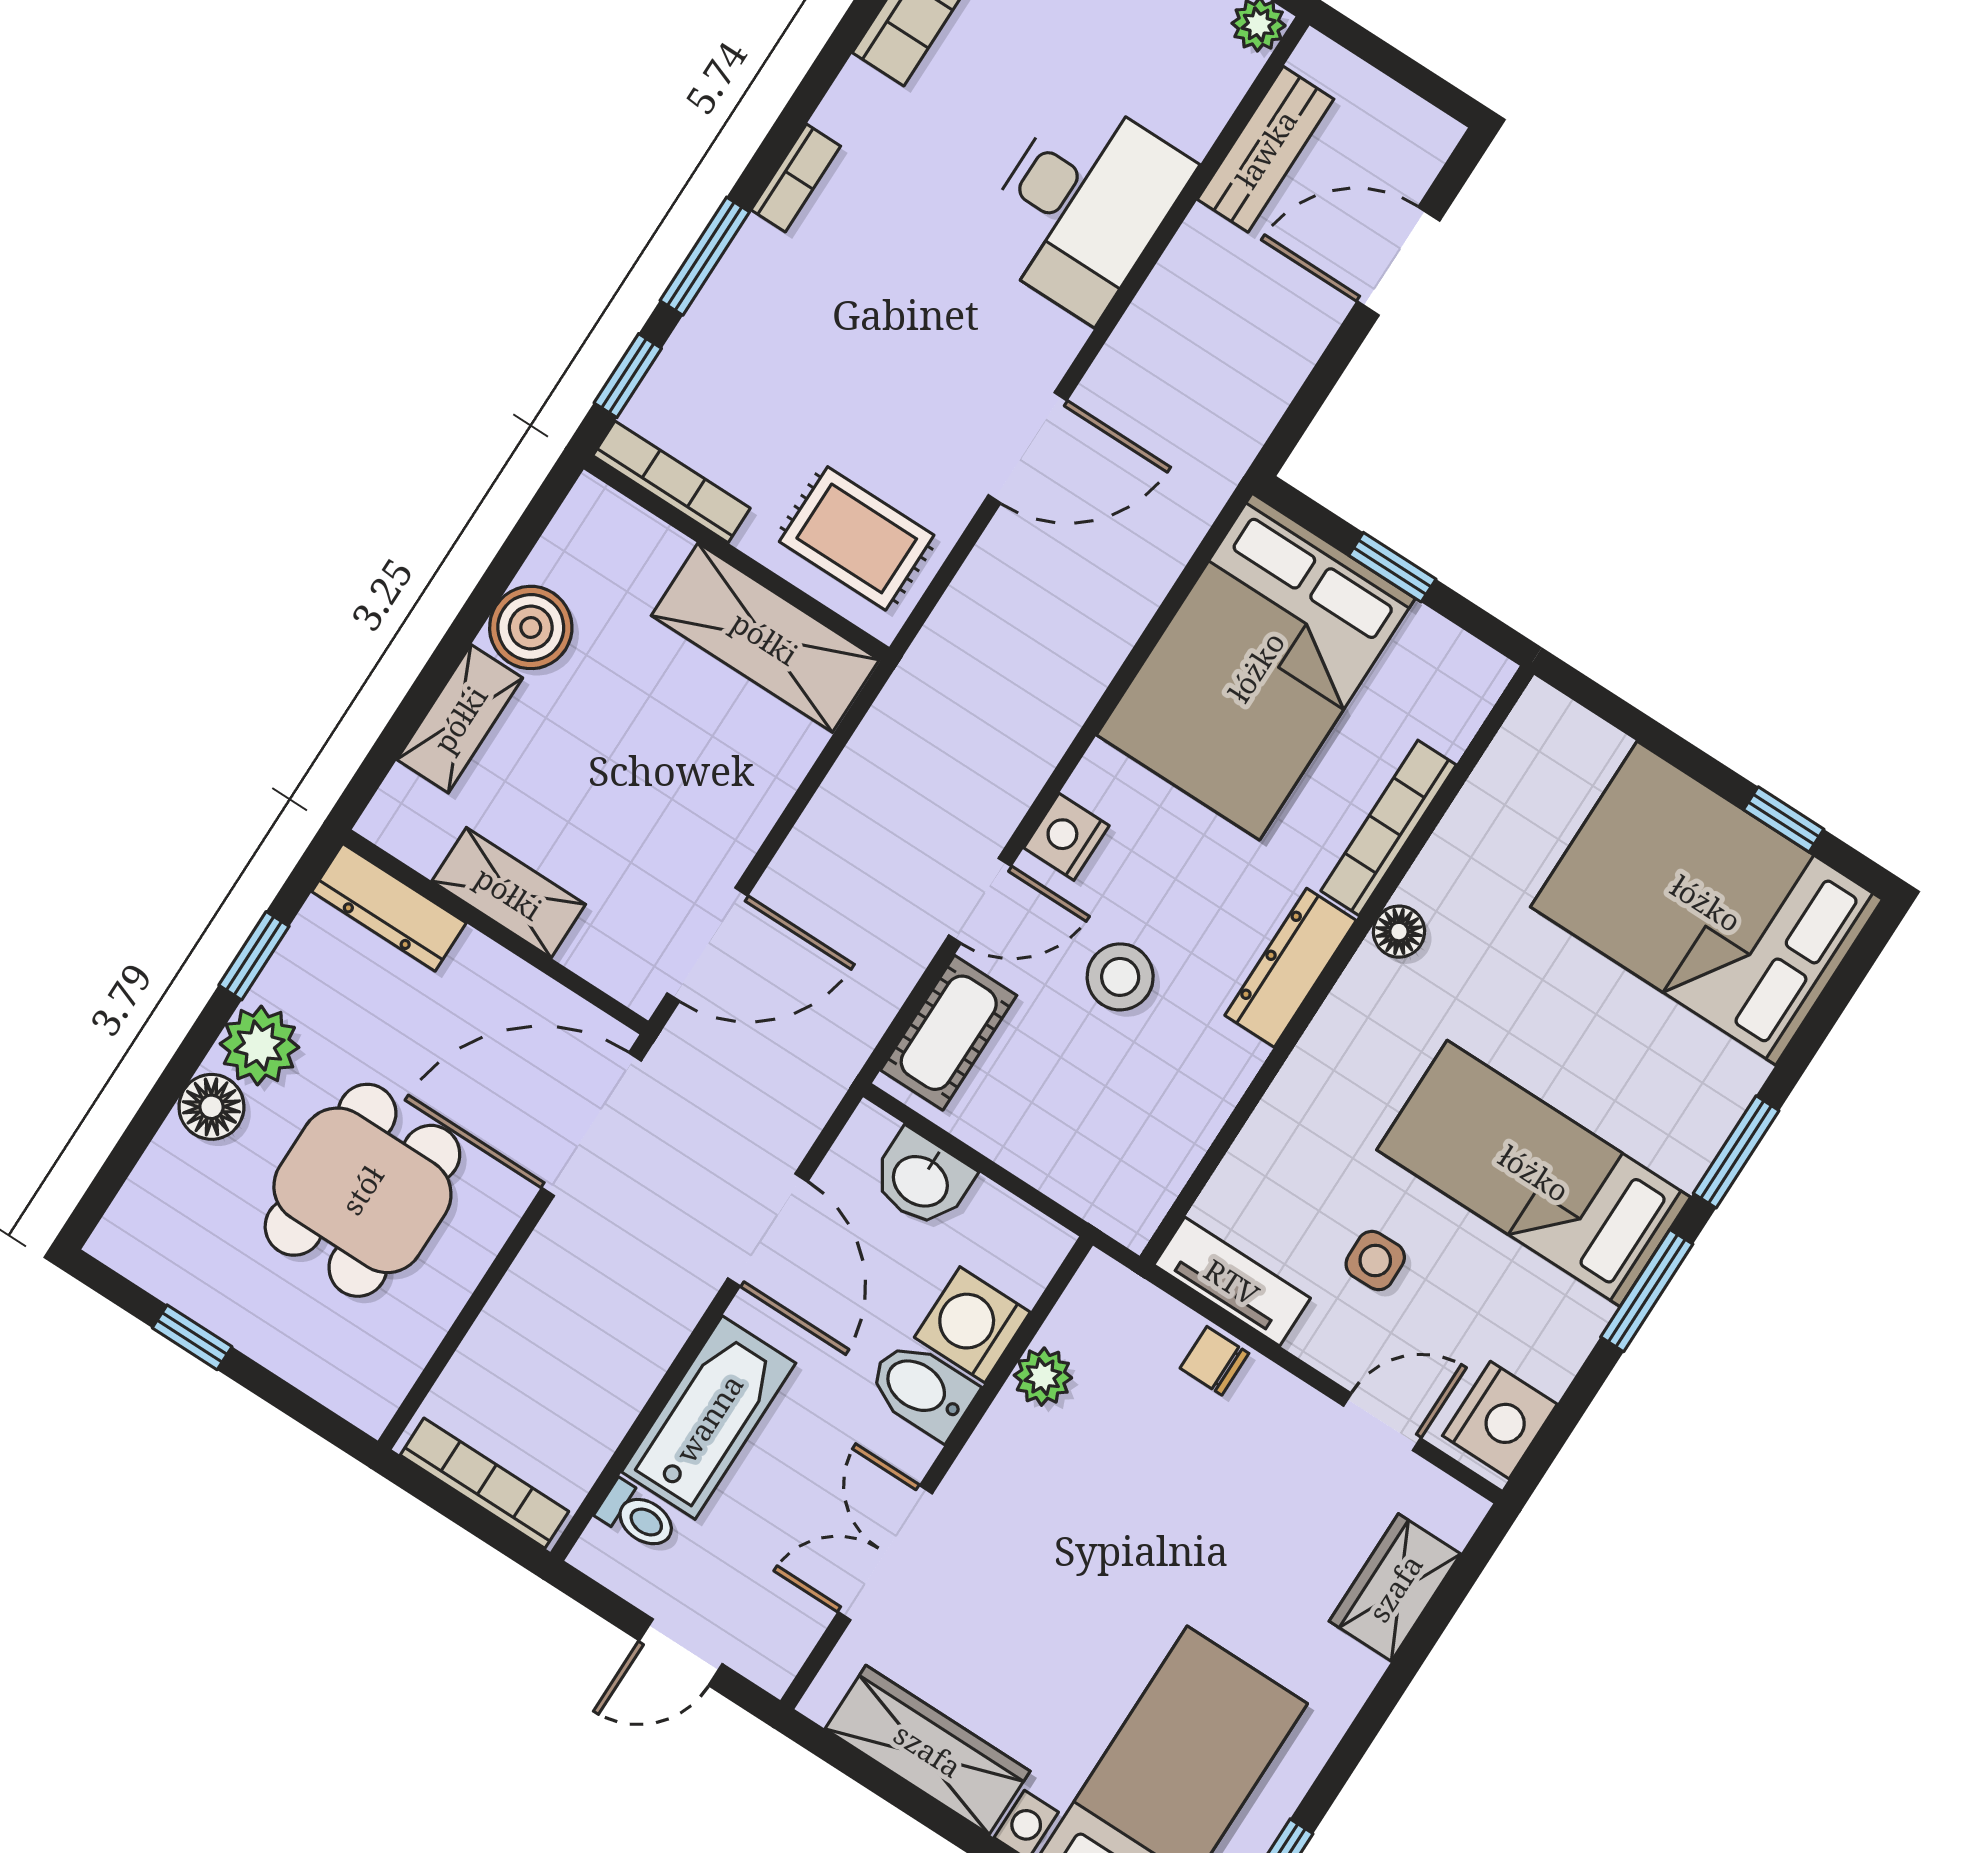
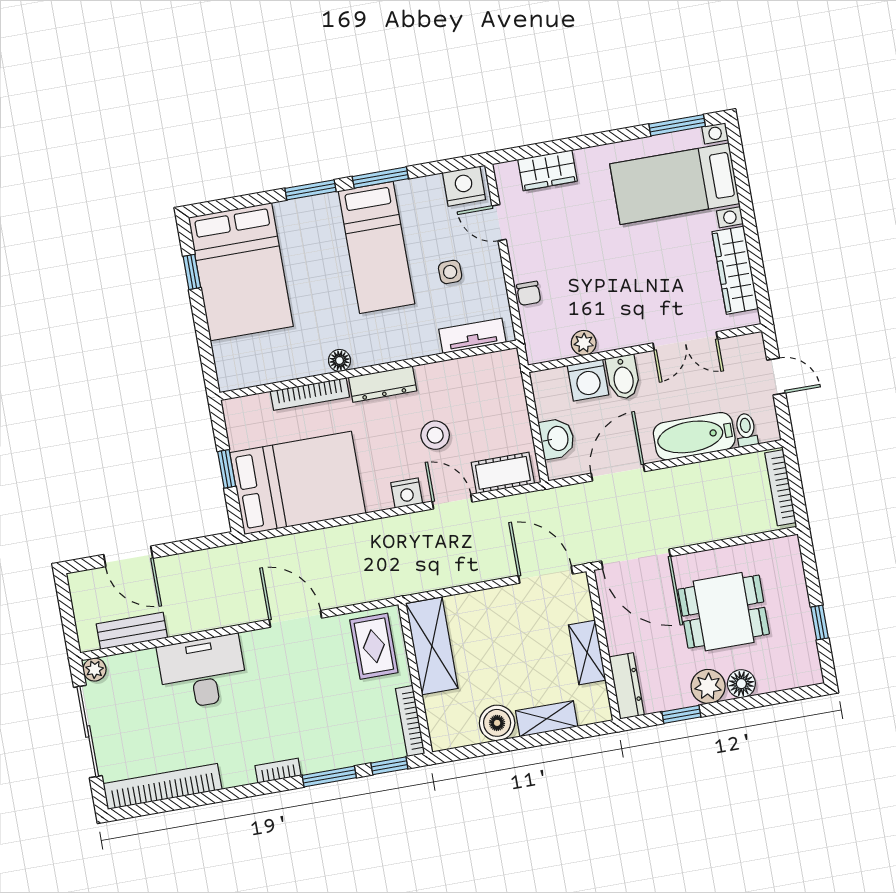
tv unit: (1232, 1282) -> (472, 336), moved, turned 90

